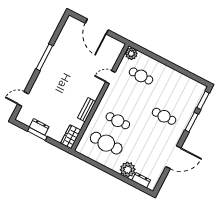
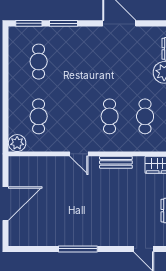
door: (110, 77) -> (79, 154), moved
cafe table: (164, 116) -> (39, 62), moved
cafe table: (106, 143) -> (145, 116), width x0.73, depth x0.74

